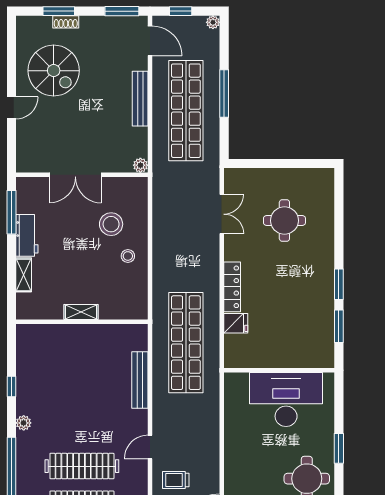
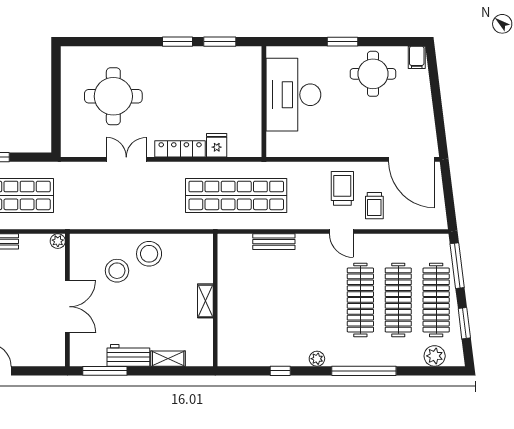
double door: (222, 214) -> (126, 159), moved
round table: (284, 221) -> (113, 96), width x1.36, depth x1.36
stool: (128, 256) -> (149, 254), width x1.89, depth x1.89
bench: (140, 380) -> (274, 242), width x0.73
trolley: (193, 448) -> (342, 188), added

